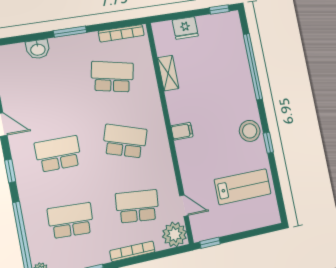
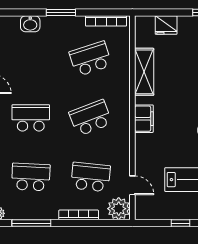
shelving: (168, 73) -> (144, 72), width x1.50, depth x1.33
school desk: (112, 77) -> (91, 59), turned -30
filing cabinet: (182, 131) -> (144, 119), width x2.00
school desk: (125, 141) -> (91, 118), turned -39
window: (210, 243) -> (180, 223), moved

